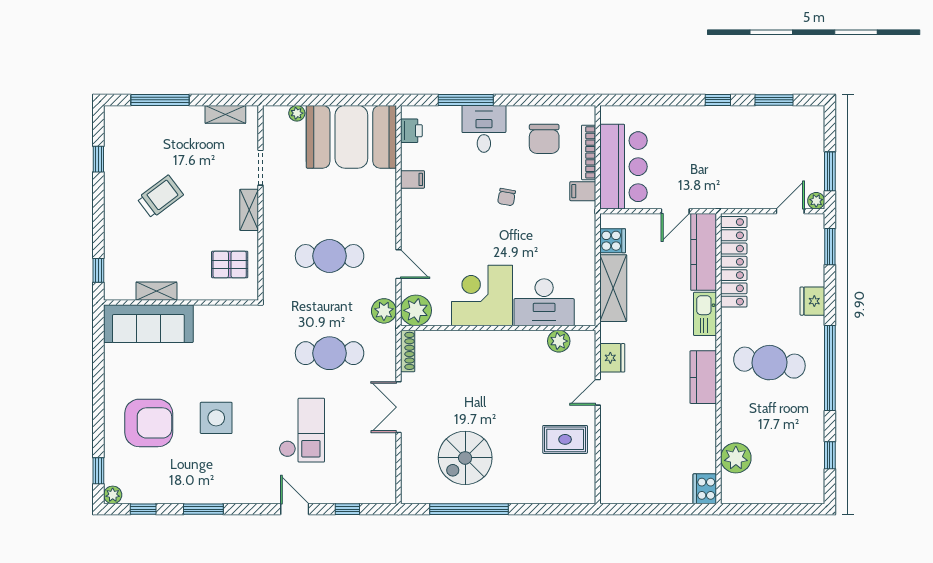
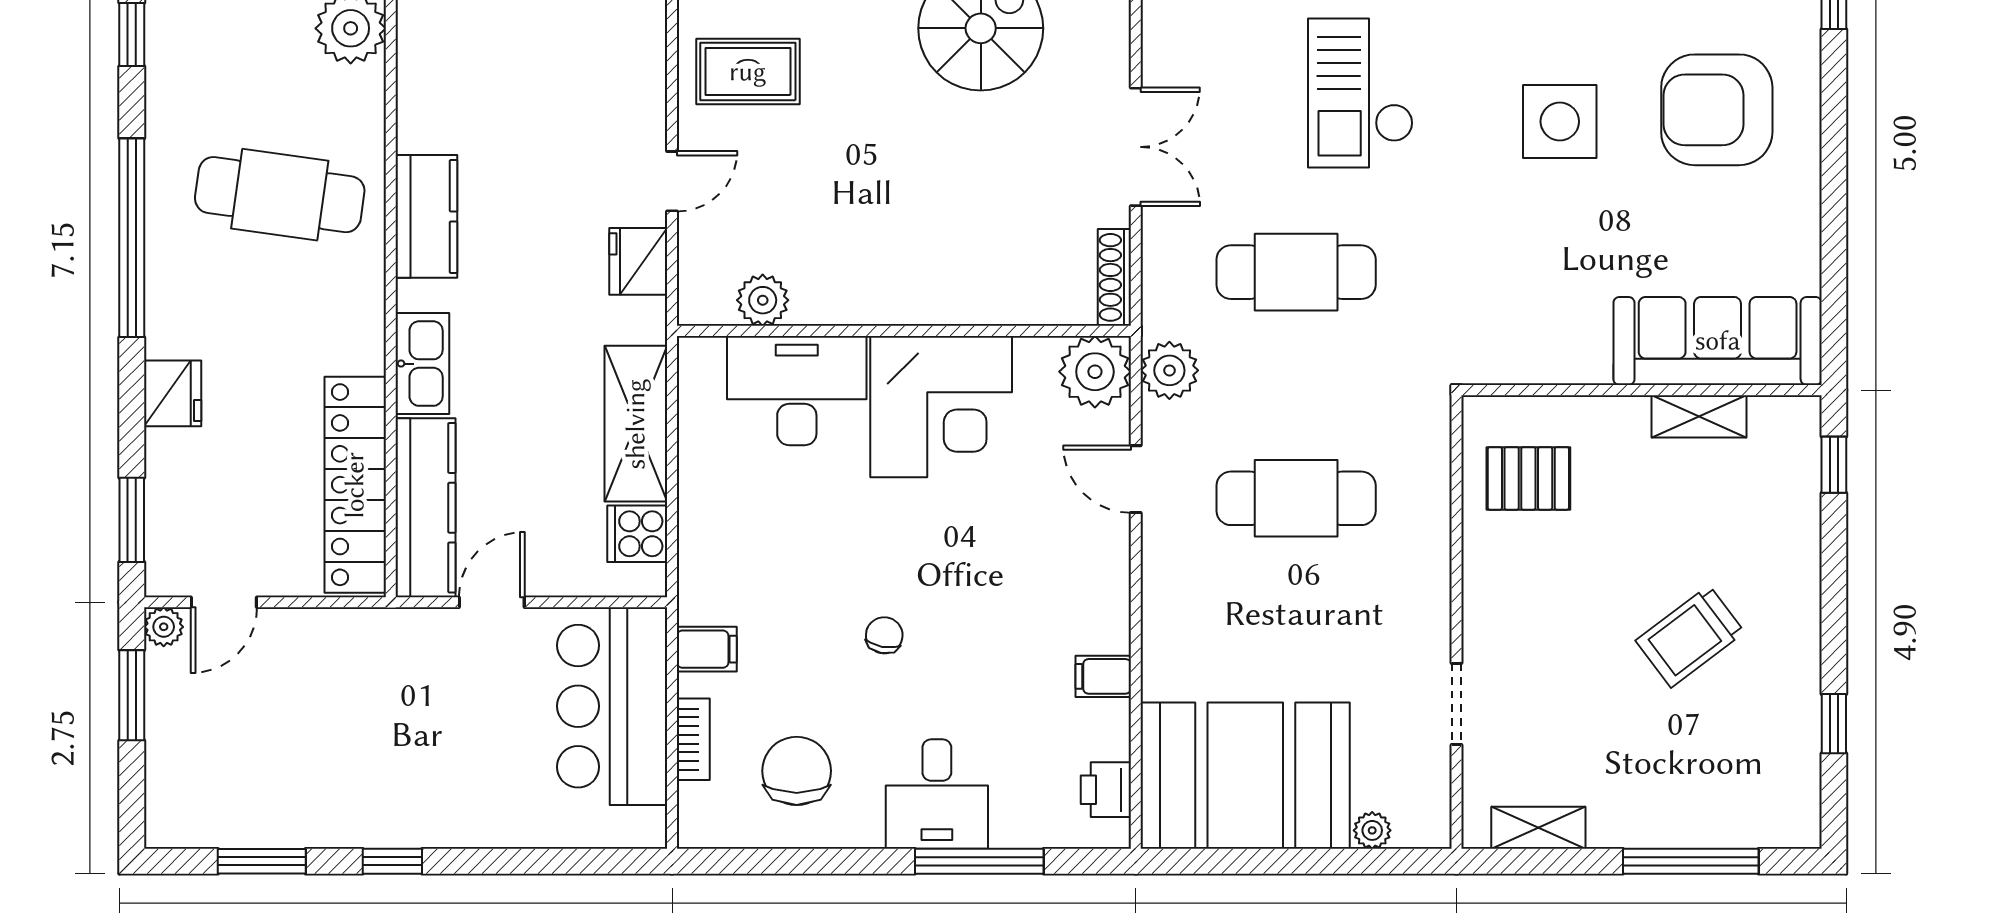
bookcase: (589, 152) -> (693, 739), width x0.64
shelving: (249, 210) -> (1483, 606), removed
cafe table: (769, 363) -> (280, 195), moved

